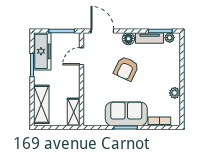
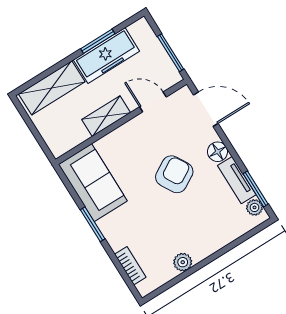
door: (102, 31) -> (206, 109), hinge flipped
freezer: (42, 51) -> (106, 56), moved
armchair: (126, 69) -> (174, 174), turned 125
shelving: (74, 112) -> (106, 116), moved
sofa: (126, 114) -> (93, 183), moved

